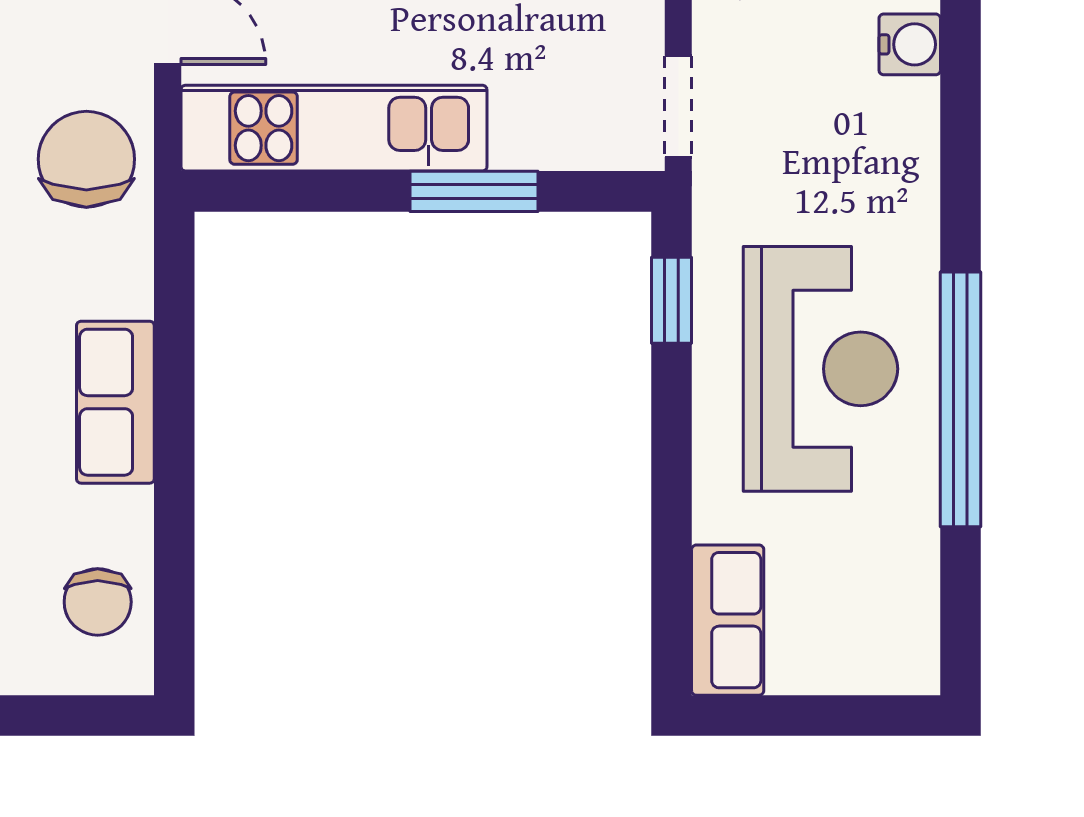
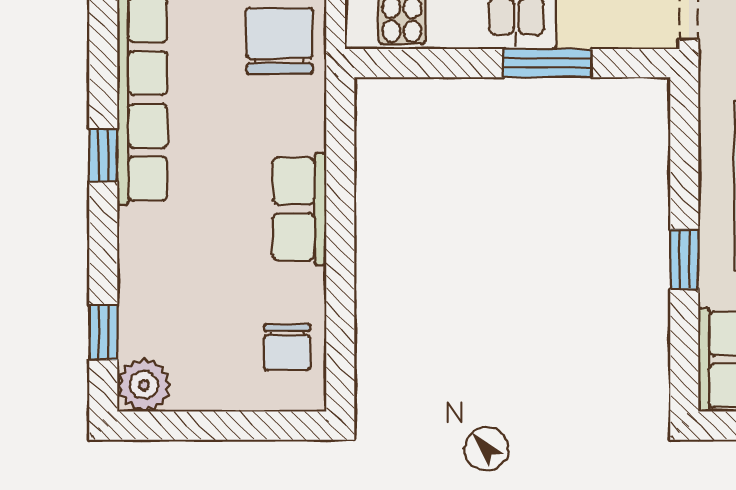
window: (672, 300) -> (684, 259), moved

